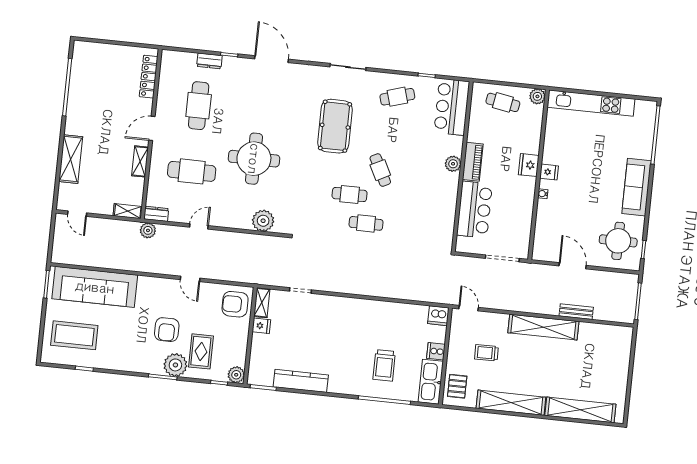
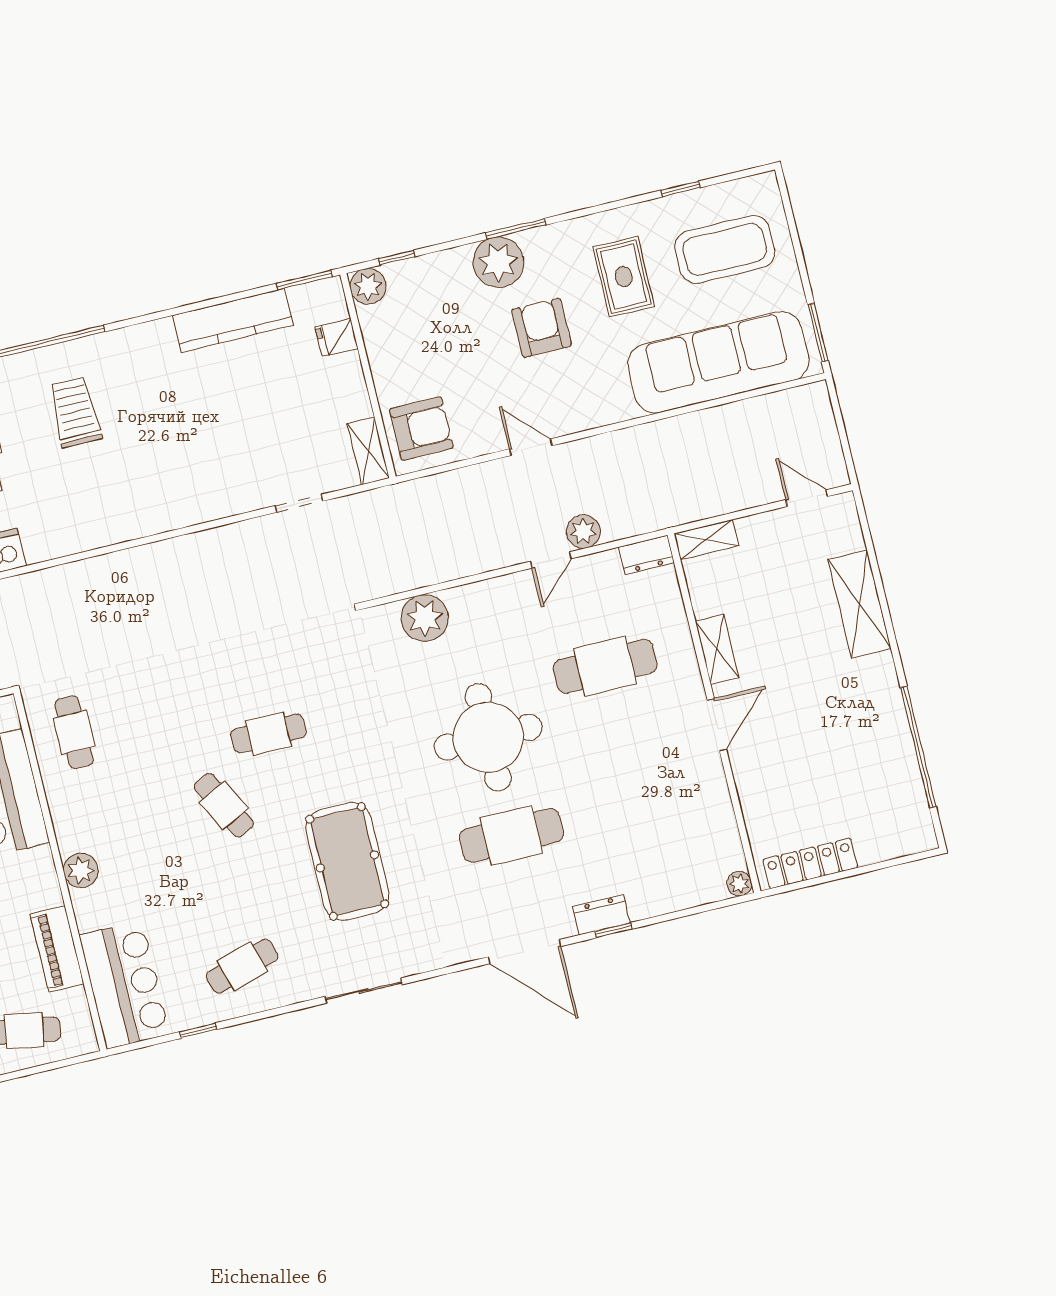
plant: (167, 55) -> (739, 884), added
dresser: (209, 61) -> (601, 915), moved
locker: (149, 77) -> (810, 863), moved, turned -90
cafe table: (199, 106) -> (511, 835), moved, turned 90
piano: (473, 162) -> (57, 949), moved
cafe table: (366, 223) -> (74, 732), moved, turned 90
plant: (148, 230) -> (583, 532), moved
fridge: (261, 326) -> (337, 338), moved
rug: (201, 351) -> (624, 277), moved

